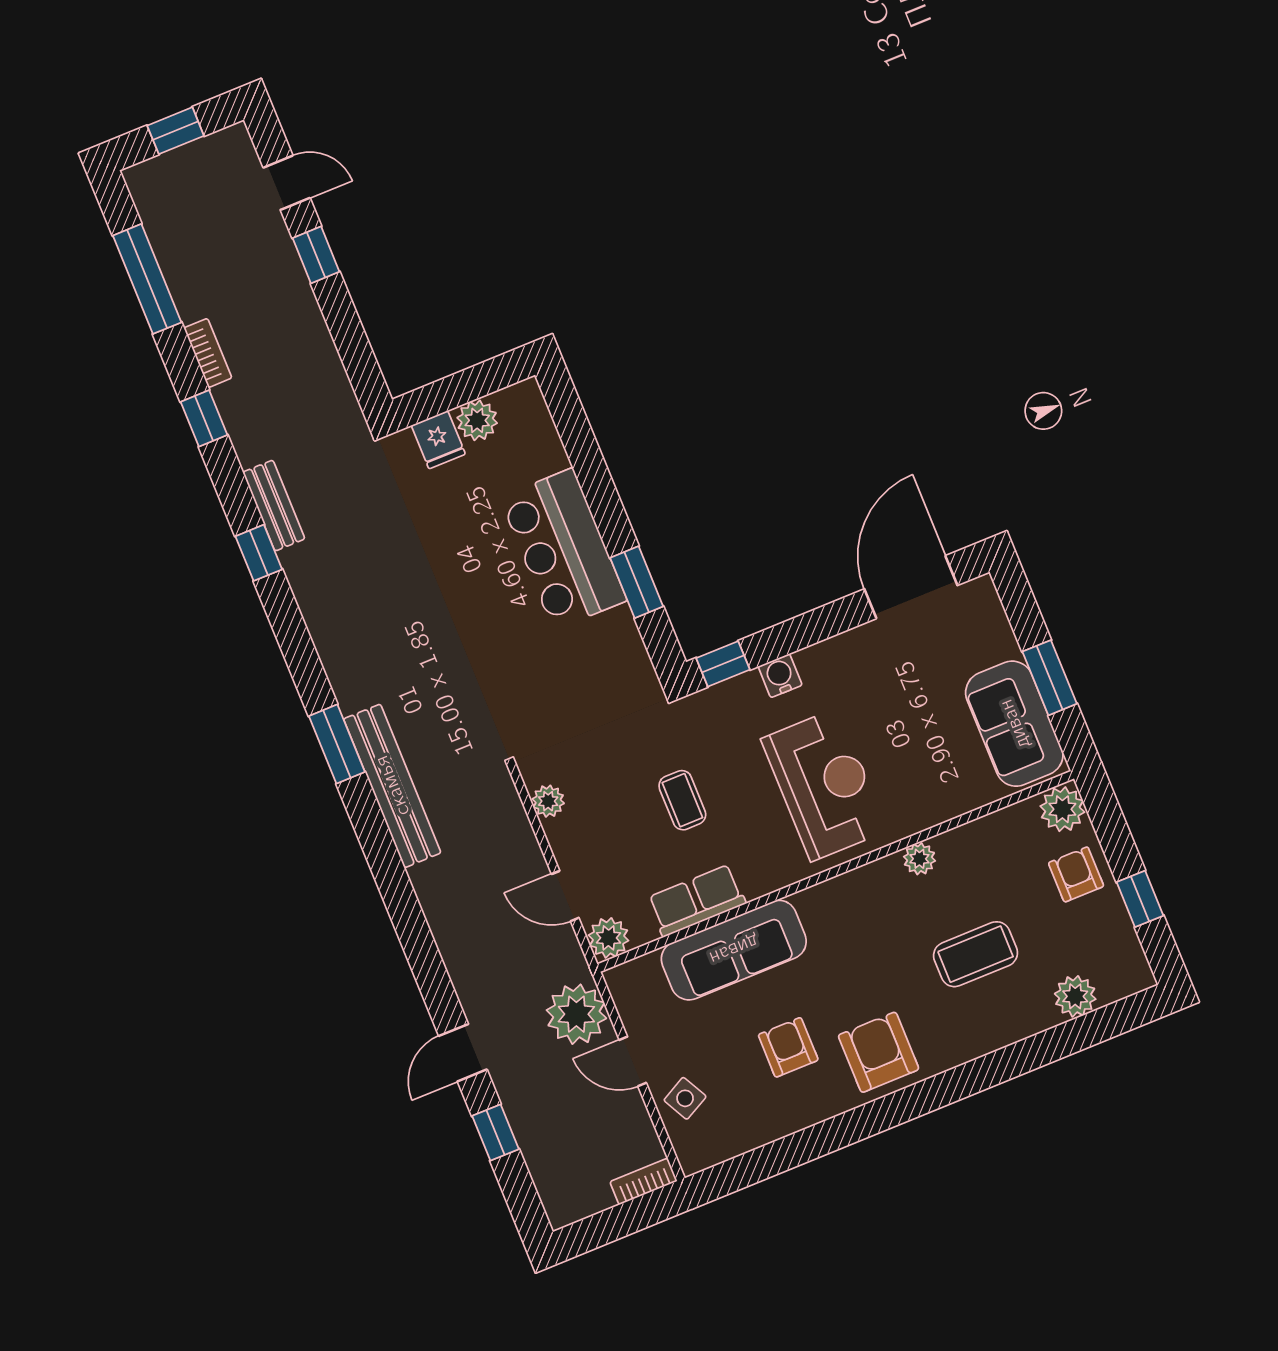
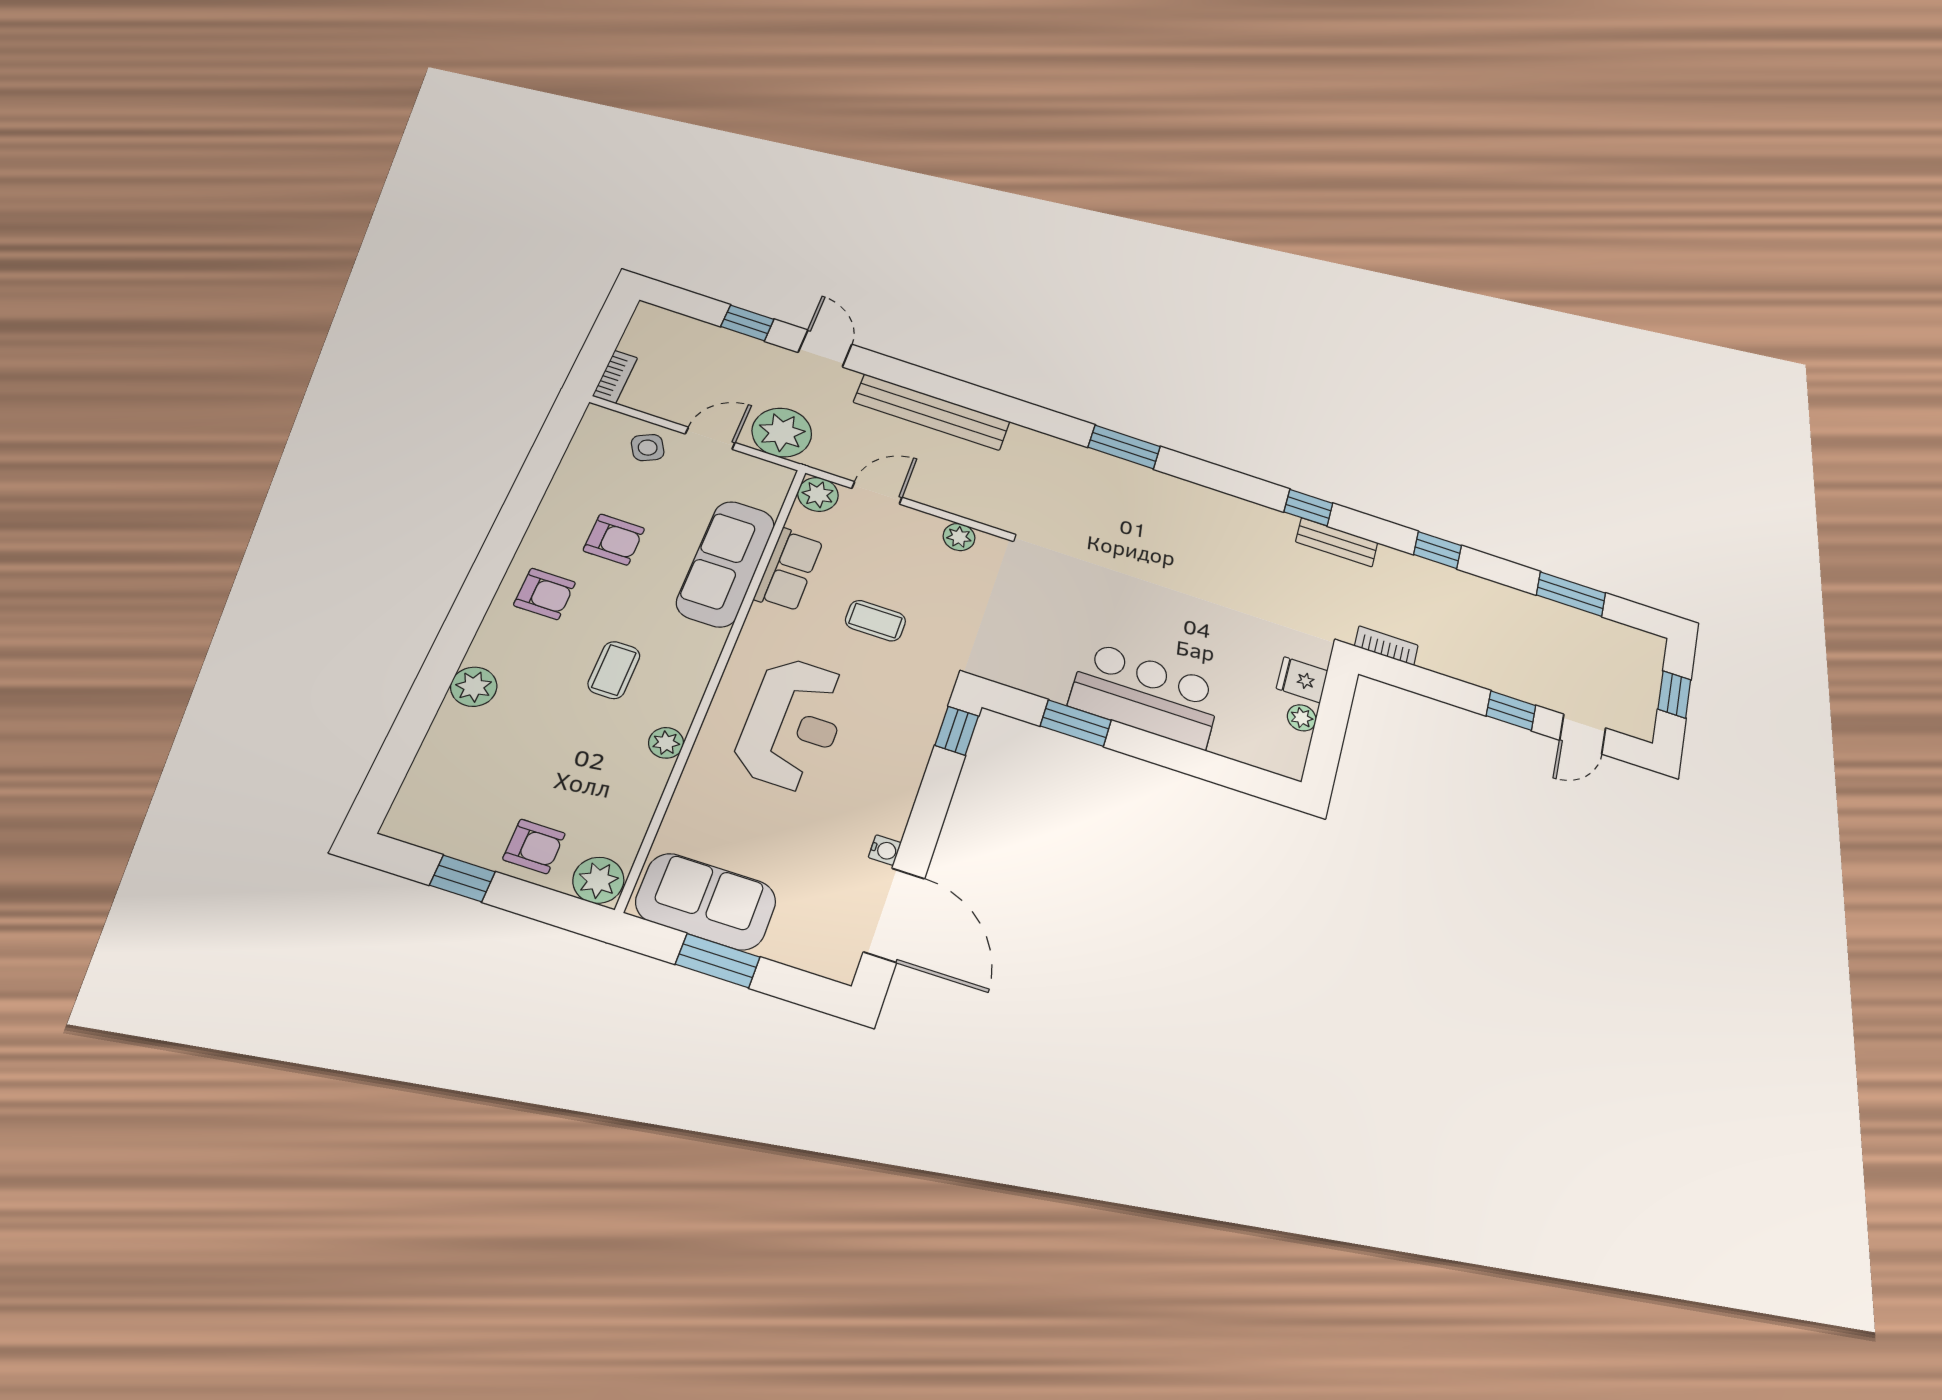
window: (147, 279) -> (1571, 594), width x0.69
bookcase: (208, 353) -> (1386, 646), moved, turned 180
plant: (477, 420) -> (1302, 718), width x0.73, depth x0.73
water cooler: (780, 676) -> (885, 850), moved, width x0.72, depth x0.72
reception desk: (824, 785) -> (793, 724), turned -90
bench: (392, 786) -> (932, 412), moved
coffee table: (976, 954) -> (614, 670), moved, width x0.73, depth x0.77
plant: (1075, 996) -> (474, 687), moved
armchair: (879, 1052) -> (545, 594), width x0.72, depth x0.72

